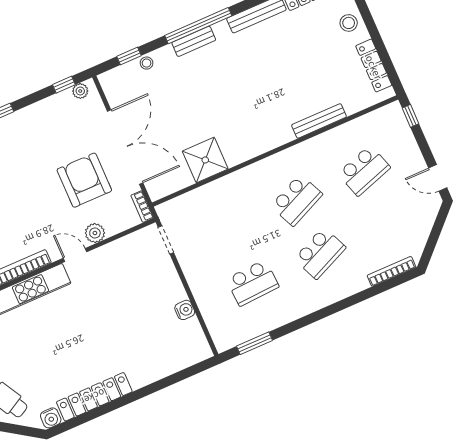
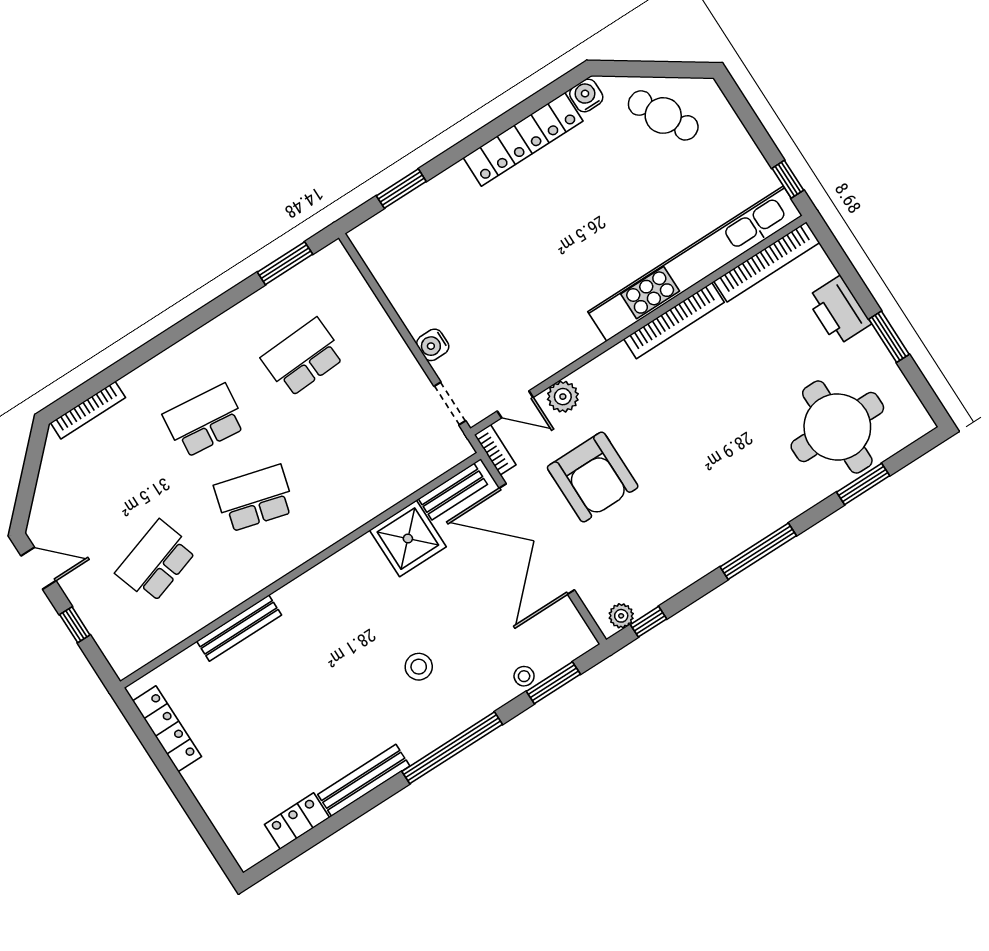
stool: (349, 23) -> (419, 667), moved
bench: (194, 41) -> (453, 492), moved
window: (129, 56) -> (553, 683), width x1.50
window: (411, 116) -> (75, 625), moved
school desk: (297, 200) -> (254, 498), turned 39
school desk: (320, 253) -> (205, 421), turned 30
door: (75, 255) -> (515, 404), moved
water cooler: (185, 310) -> (433, 345), moved
window: (175, 378) -> (401, 189), added

